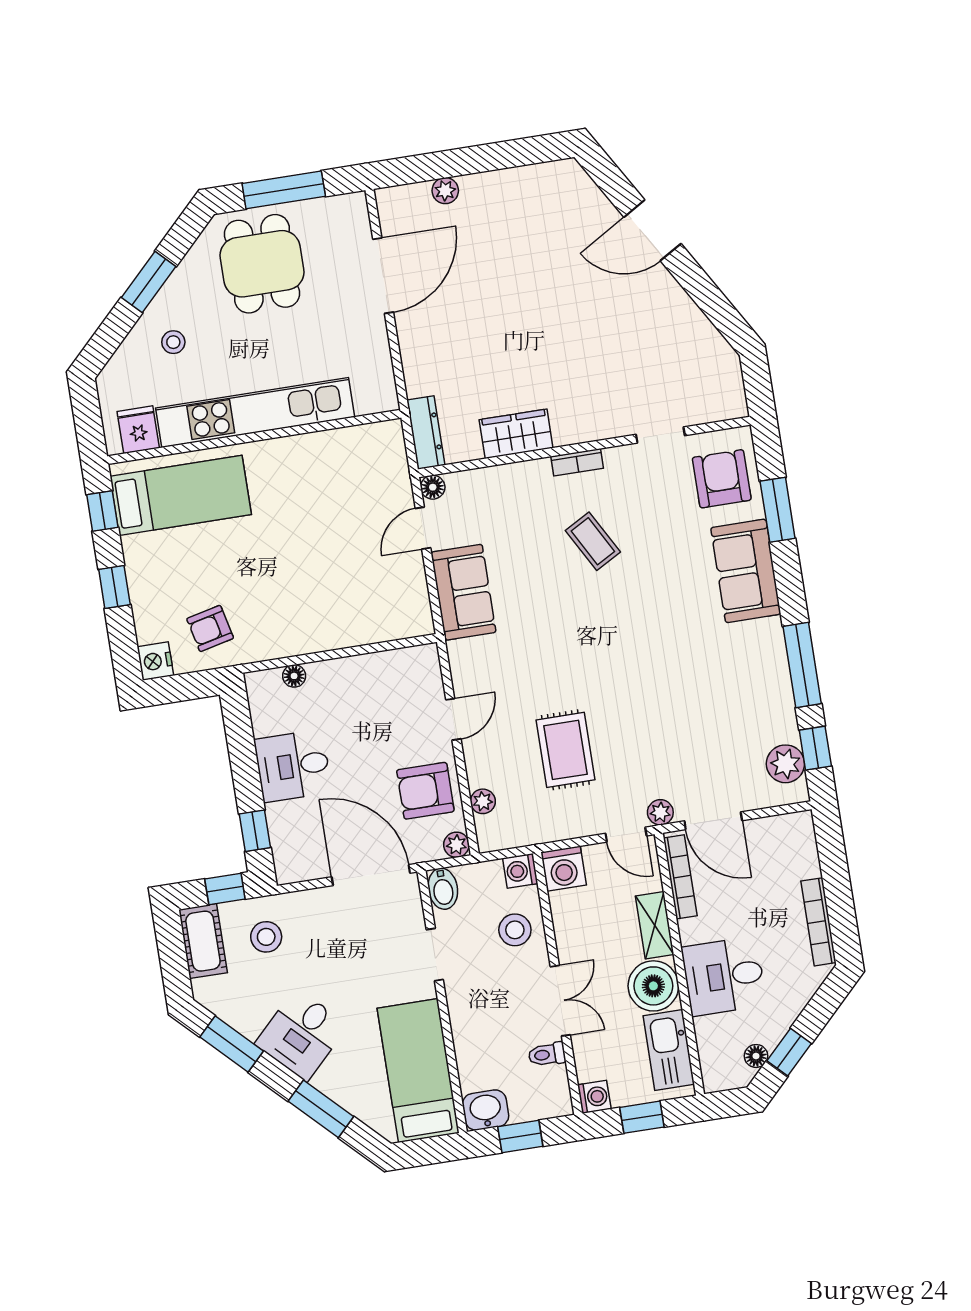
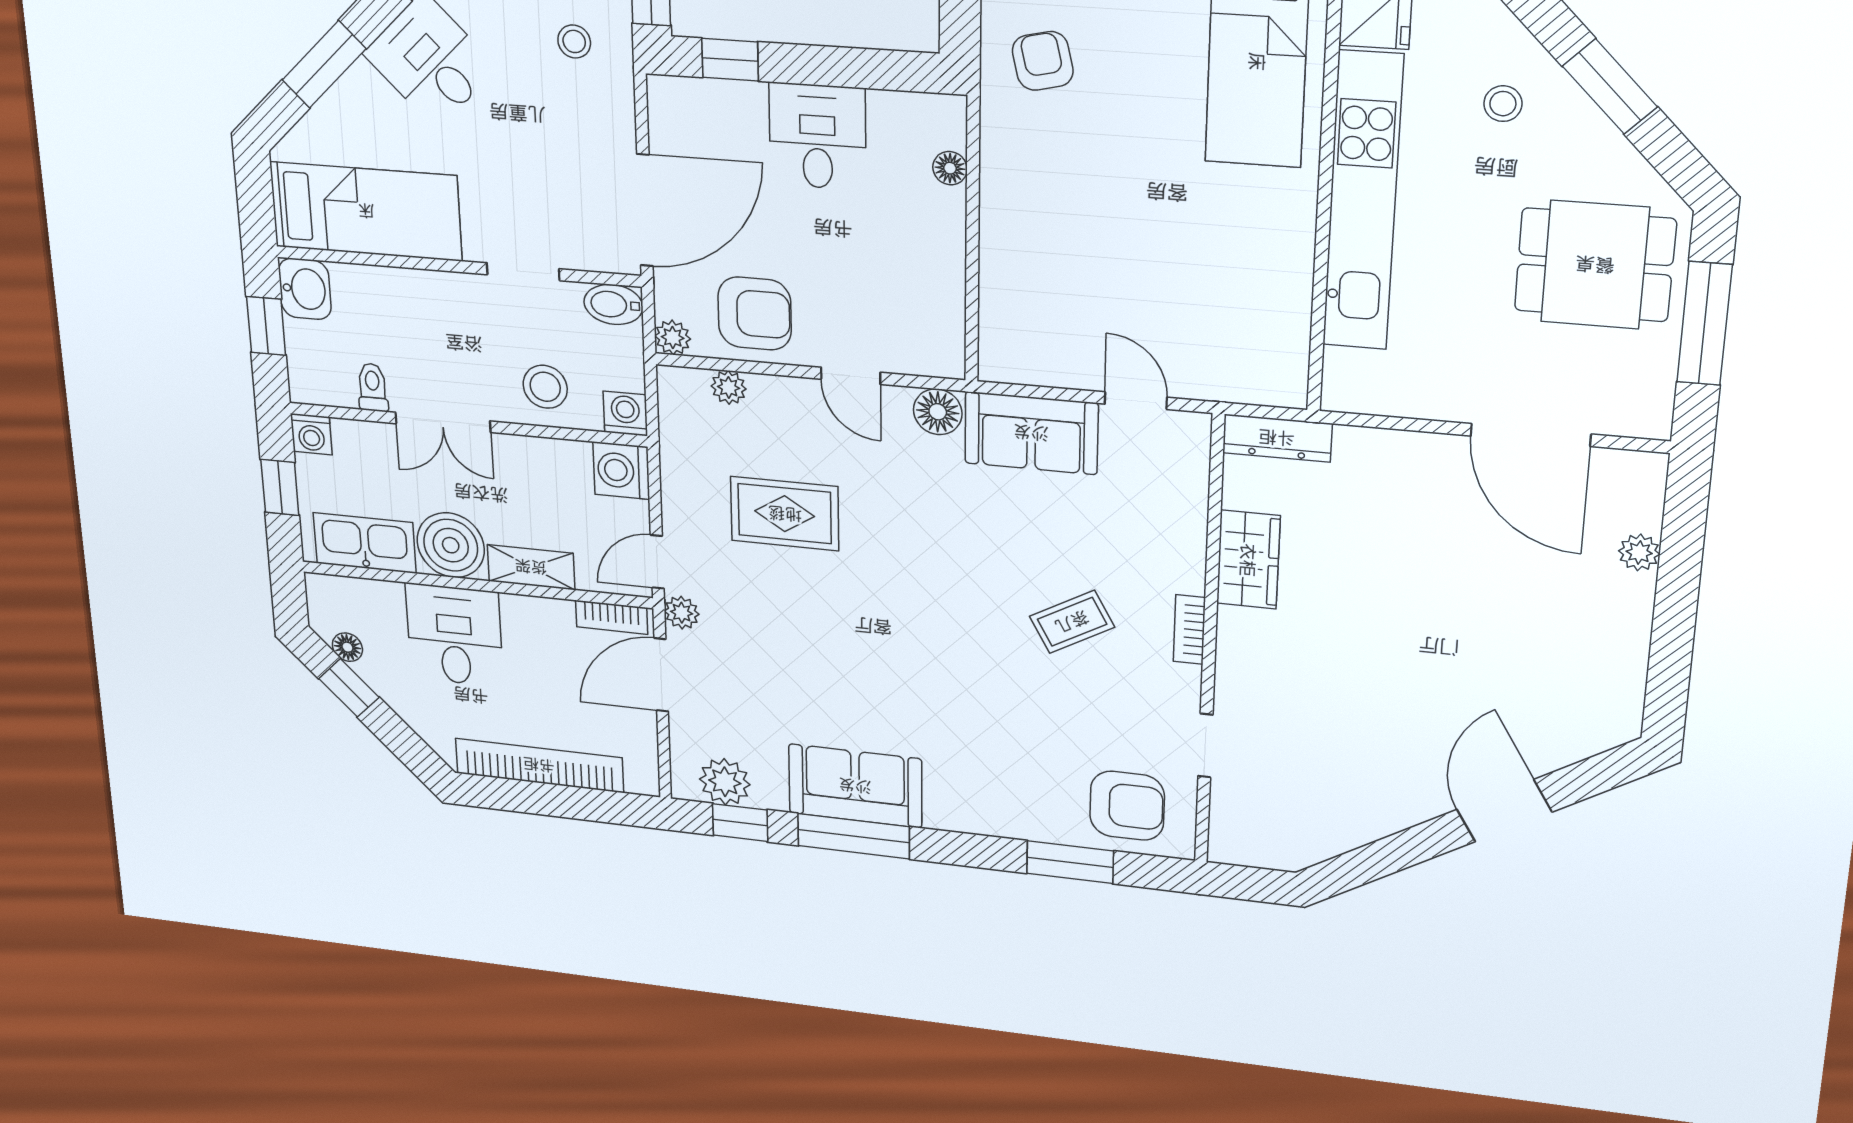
floor lamp: (433, 487) -> (938, 412), moved, width x1.37, depth x1.37
sofa: (746, 571) -> (855, 786), moved
armchair: (425, 791) -> (755, 314), turned 90
bookcase: (680, 877) -> (612, 617), width x0.64
bookcase: (818, 922) -> (539, 765), width x1.48, depth x1.31
stool: (266, 937) -> (574, 41), width x0.73, depth x0.73

